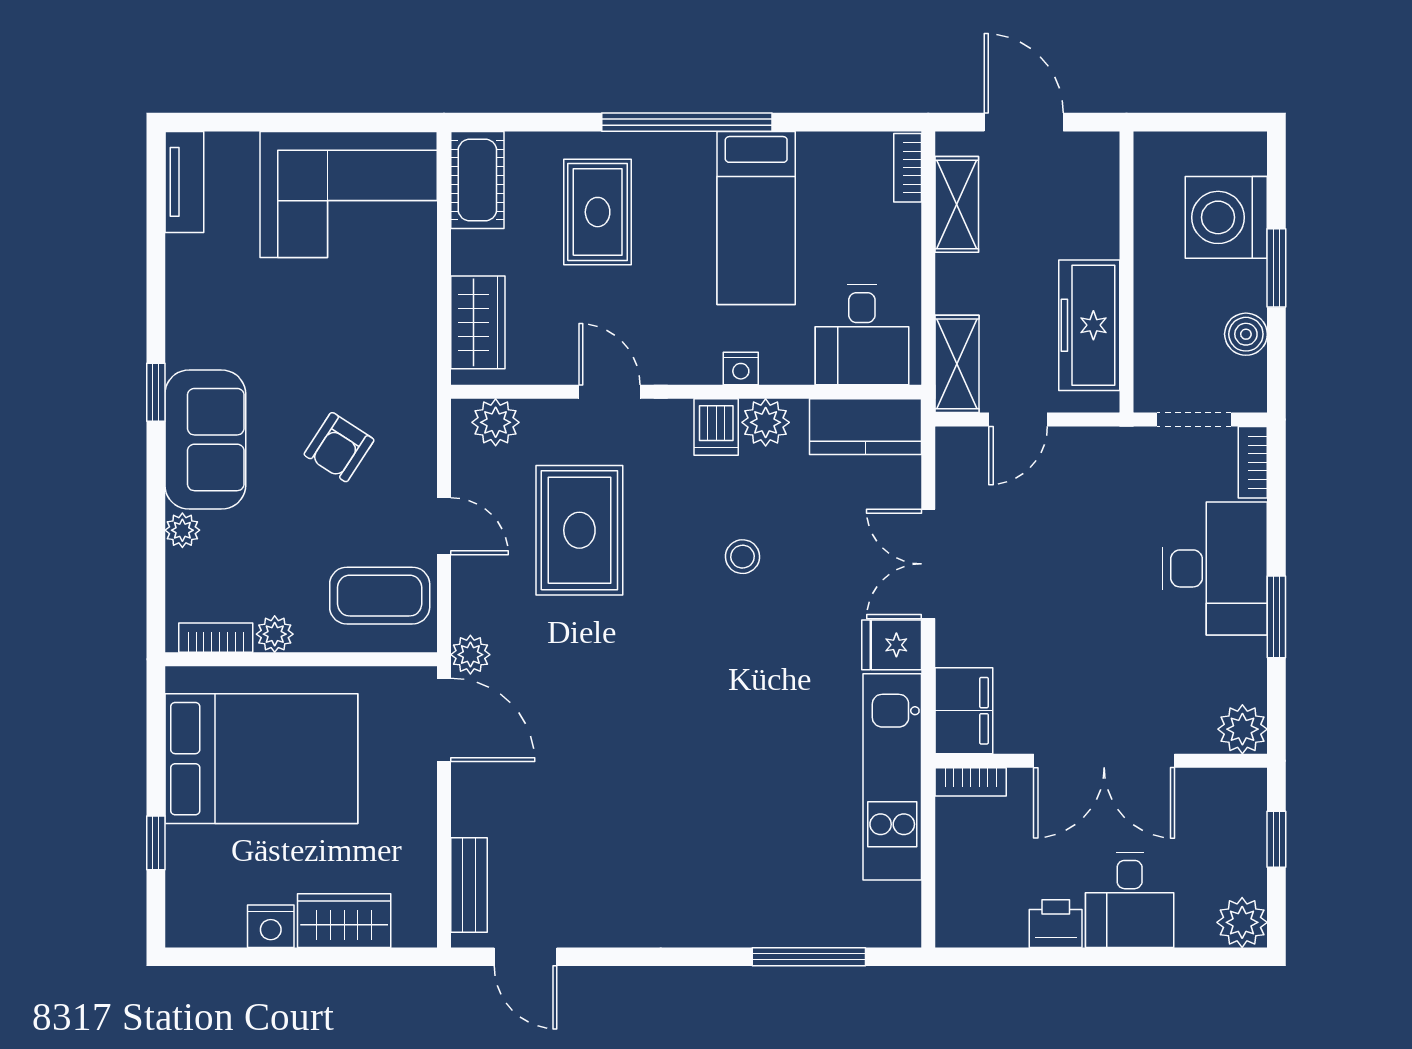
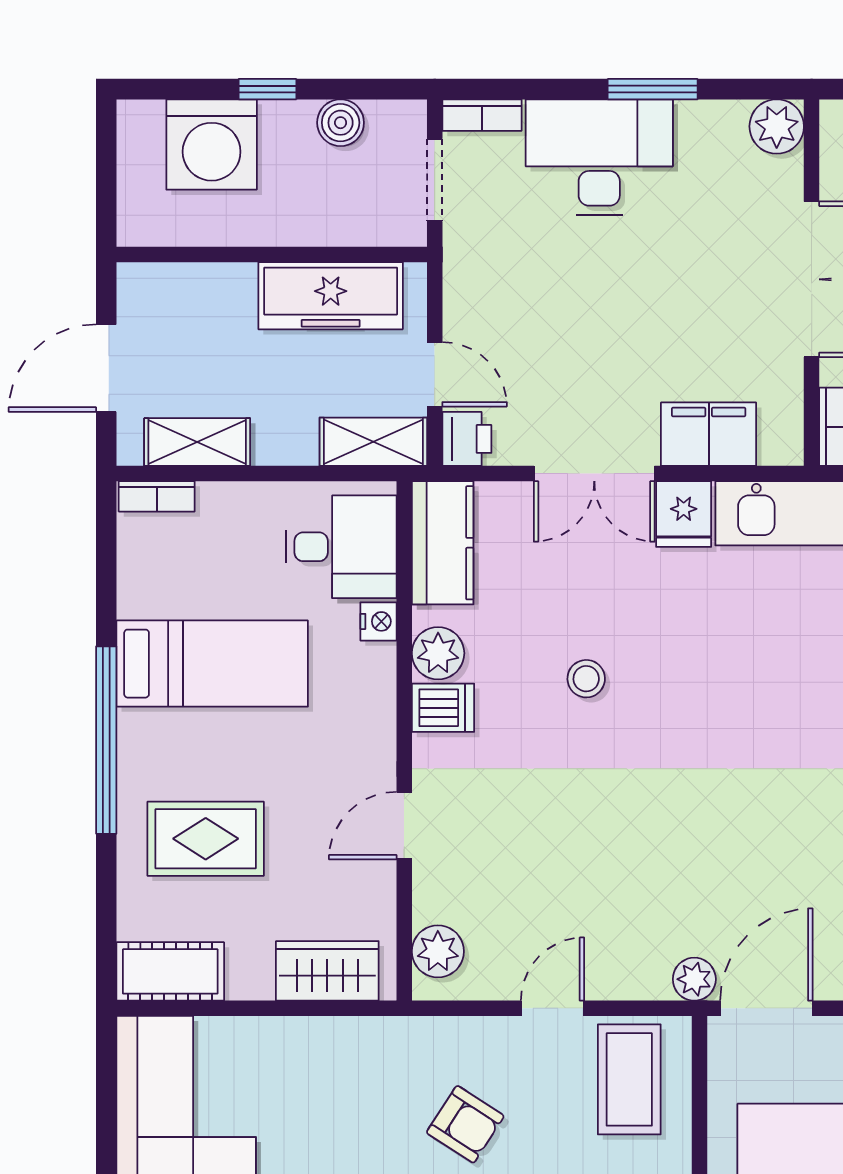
window: (1276, 268) -> (267, 89), width x0.67
nightstand: (741, 369) -> (378, 621), moved
printer: (960, 449) -> (467, 439), added
rug: (579, 530) -> (557, 859), removed
filing cabinet: (964, 711) -> (709, 434), moved

